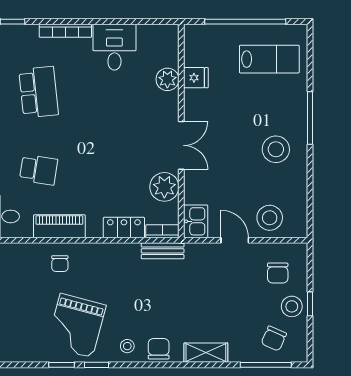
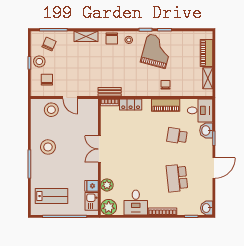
lab bench: (269, 59) -> (52, 196), turned 180
plant: (164, 187) -> (109, 207), moved
kitchen sink: (196, 221) -> (92, 201), moved

